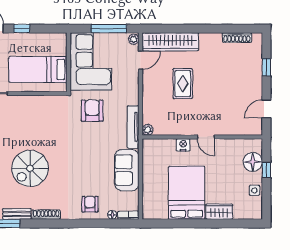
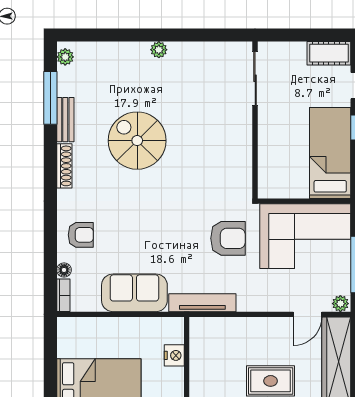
door: (140, 60) -> (307, 314), hinge flipped
bed: (38, 70) -> (330, 153), moved
plant: (147, 130) -> (198, 325), removed
nightstand: (183, 145) -> (174, 355), moved

